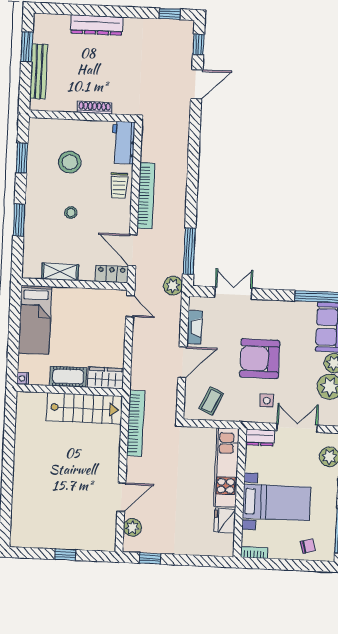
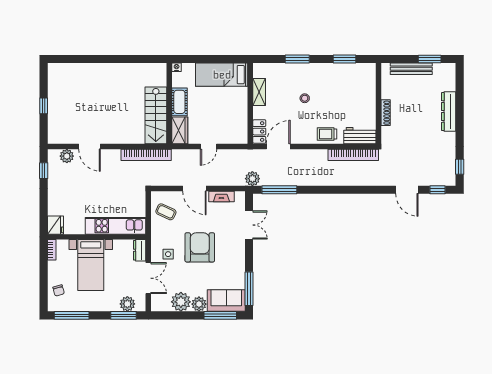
stool: (70, 162) -> (343, 96), removed
bookcase: (146, 196) -> (353, 155), moved
door: (130, 306) -> (208, 147), moved
fridge: (225, 521) -> (56, 225), moved, turned 90

